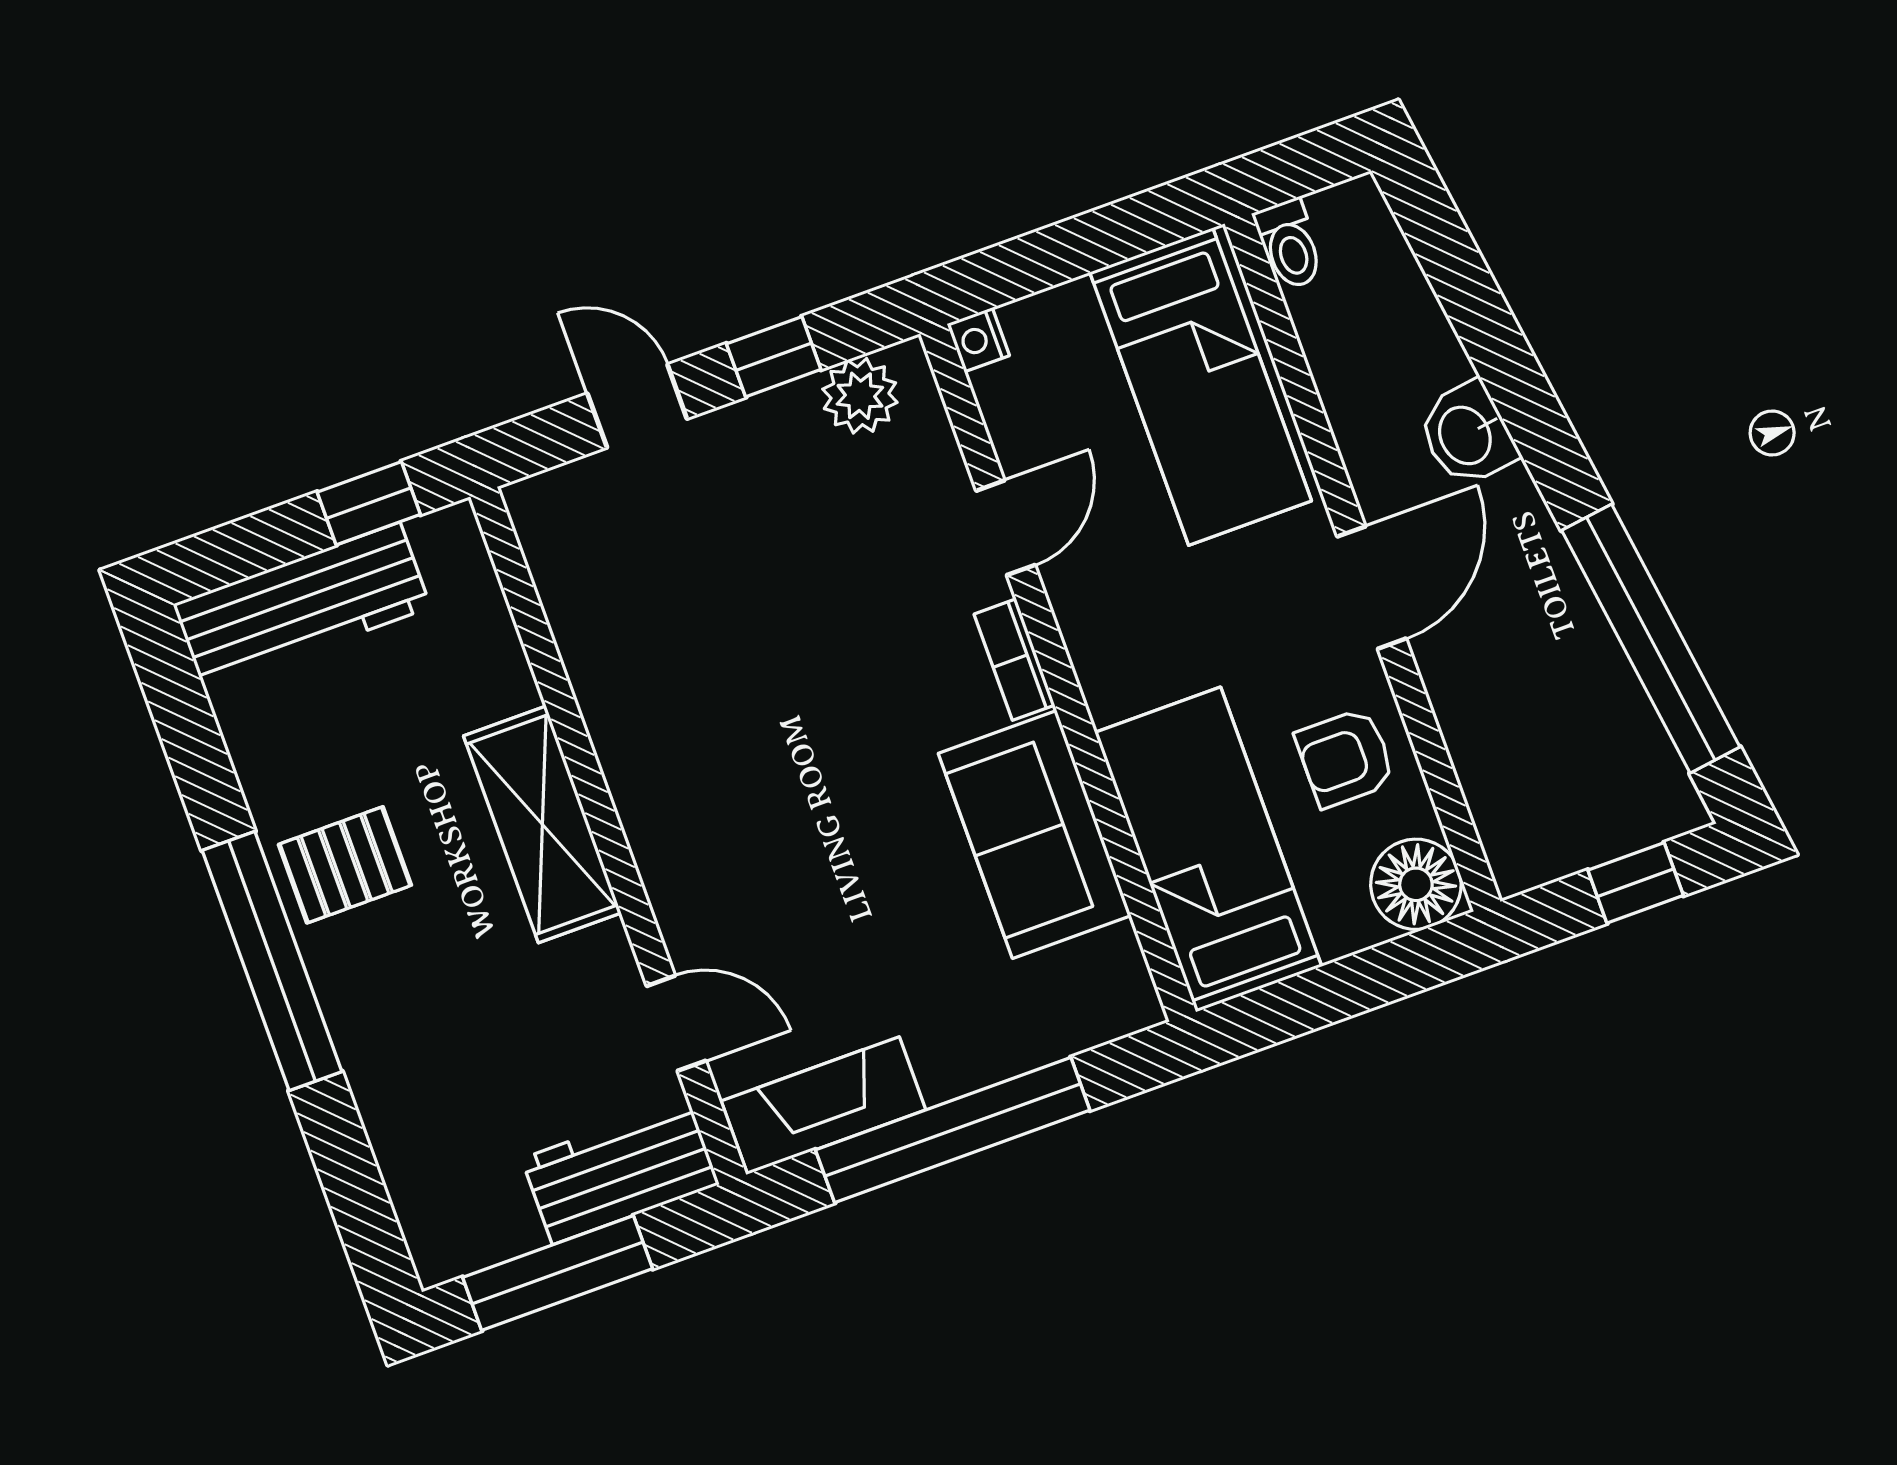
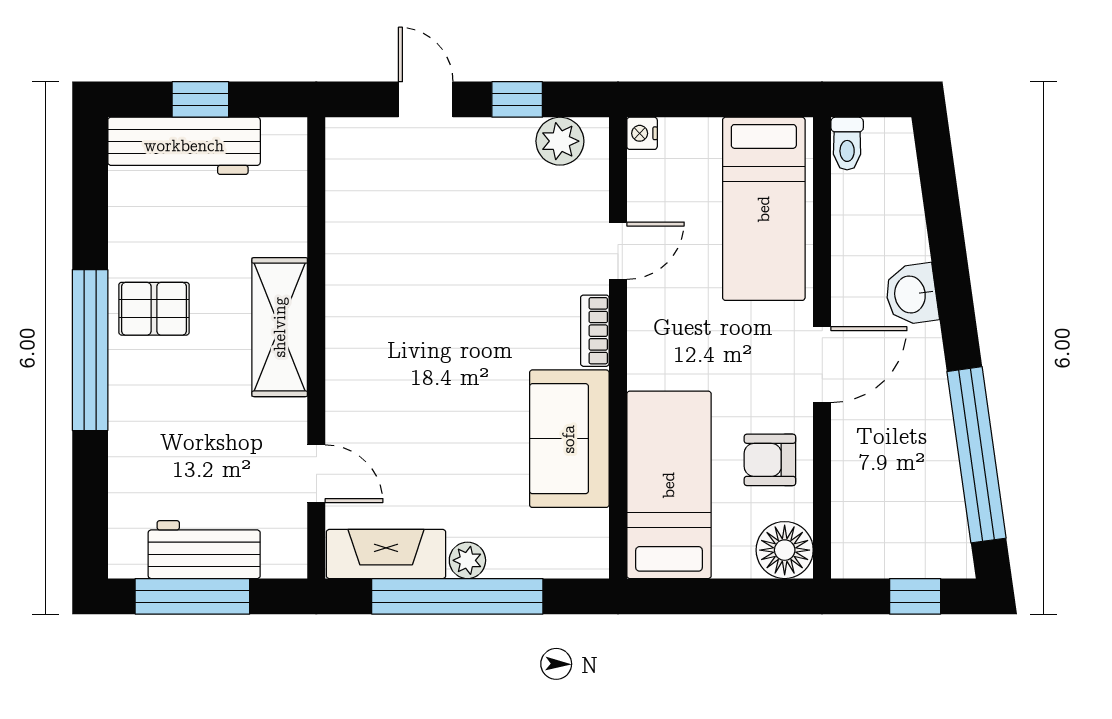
window: (369, 503) -> (200, 99), moved
plant: (948, 1071) -> (467, 560), added
workbench: (620, 1172) -> (204, 550), moved

